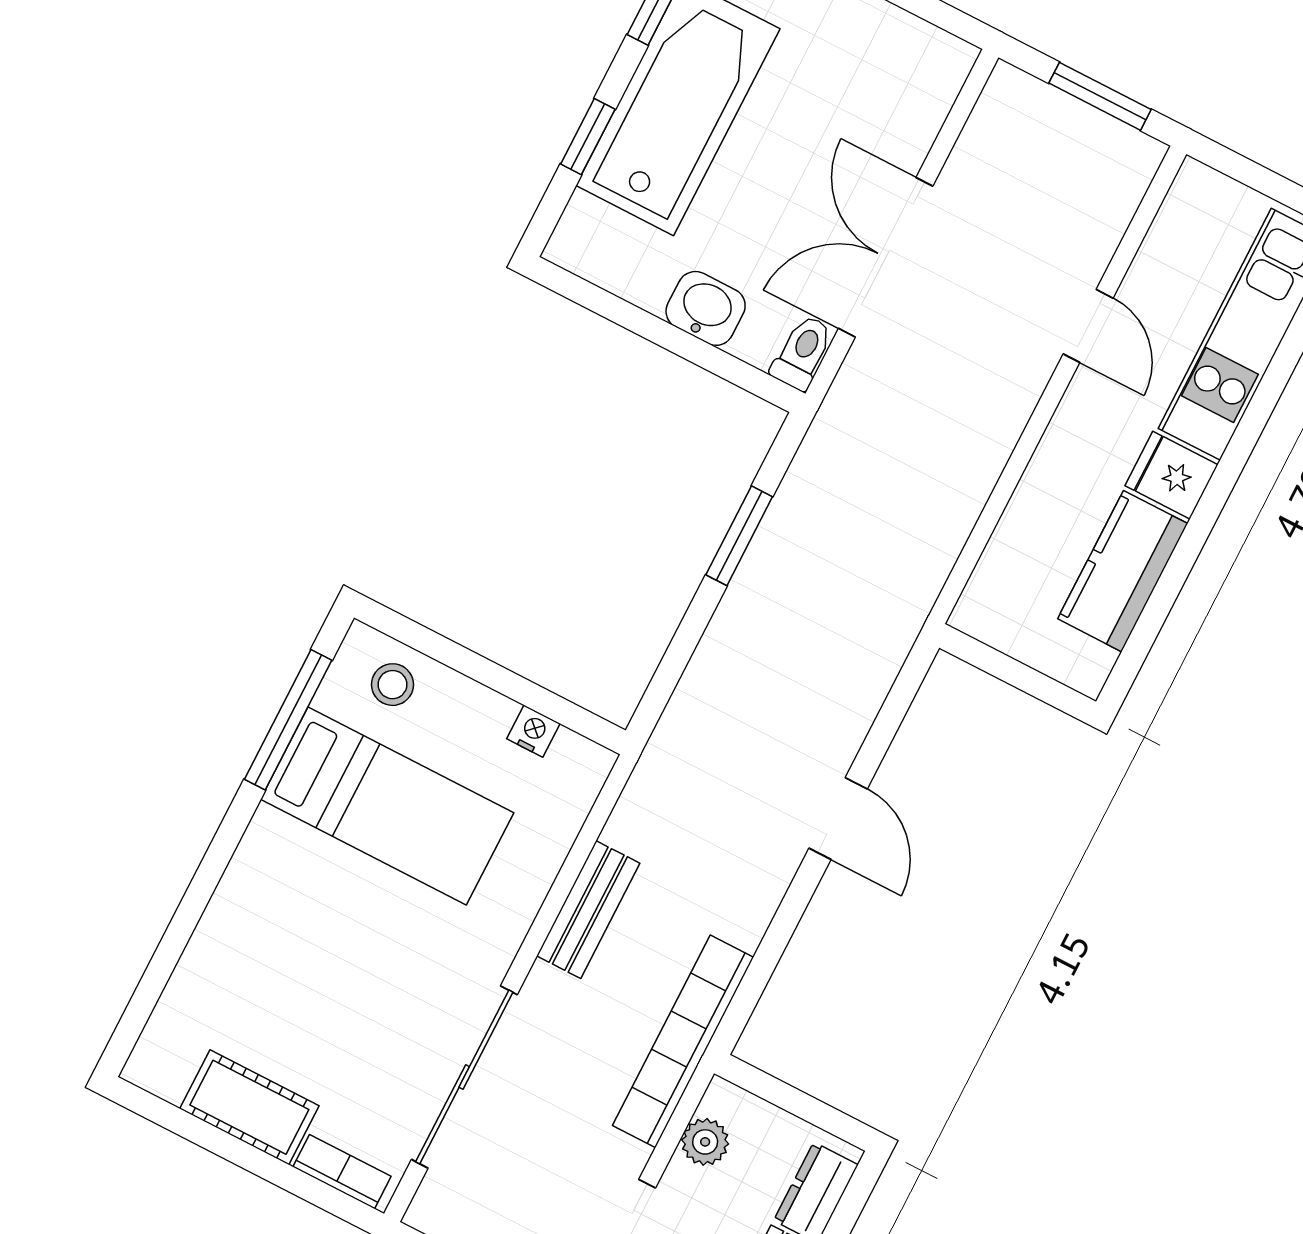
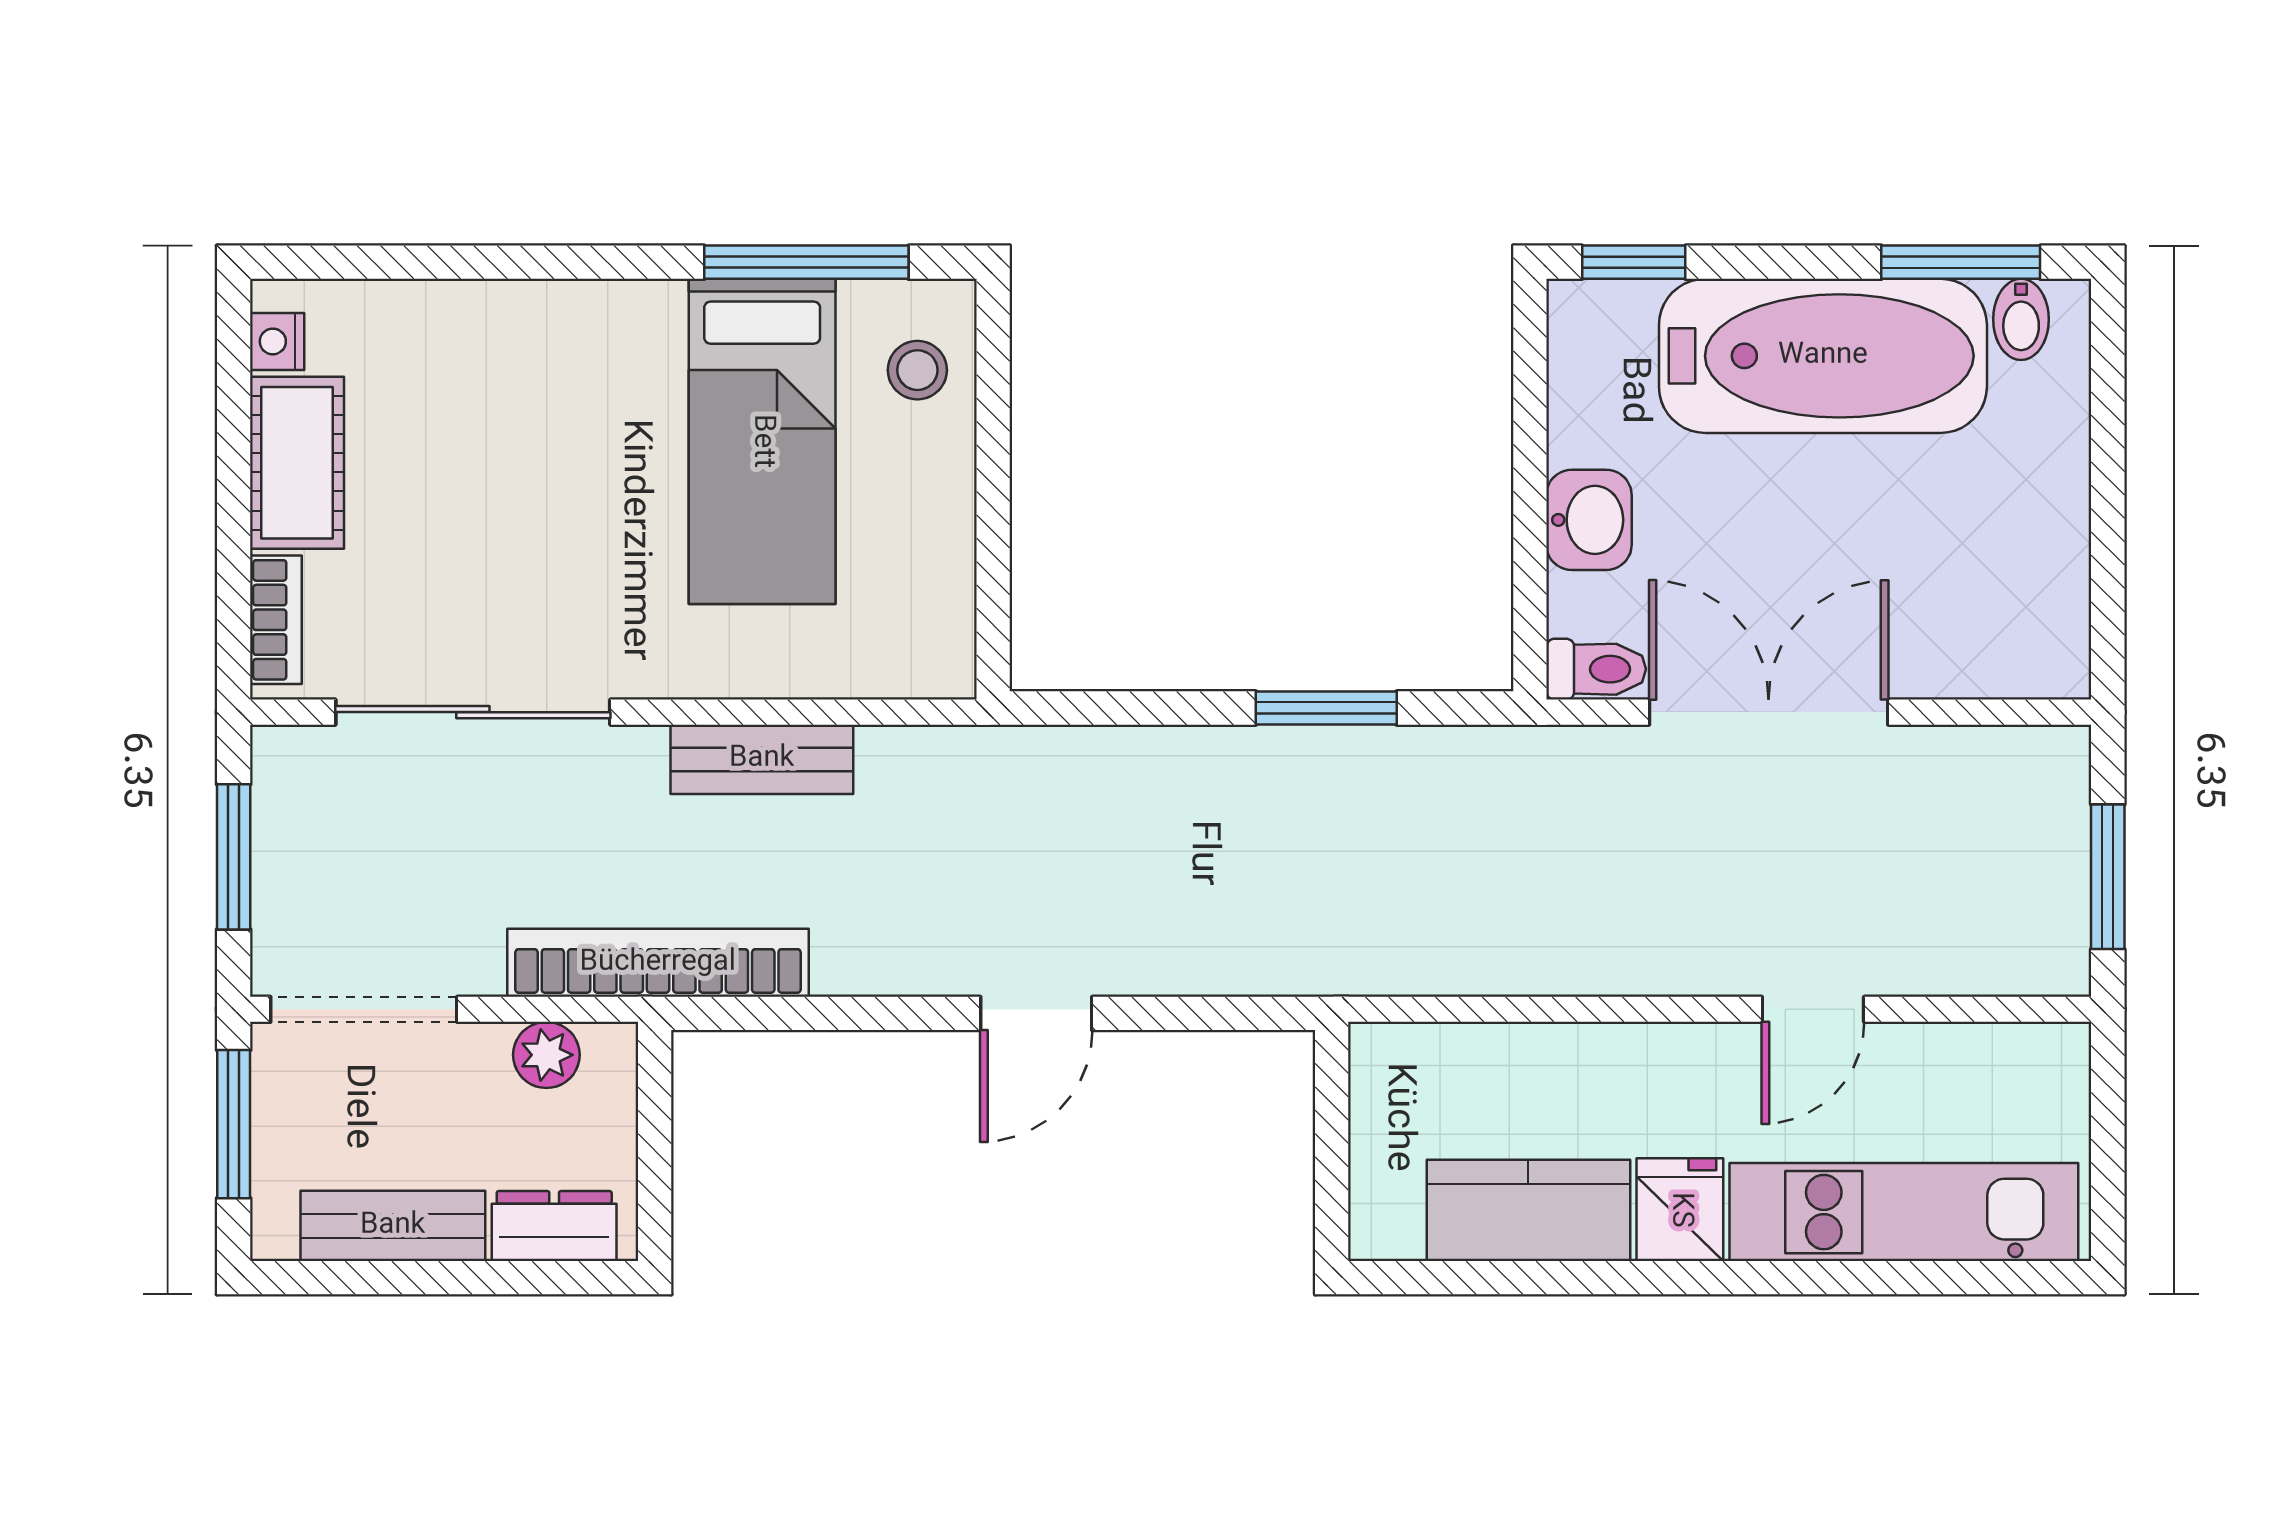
window: (588, 137) -> (1634, 262), moved
nightstand: (533, 731) -> (277, 341), moved, turned 180

